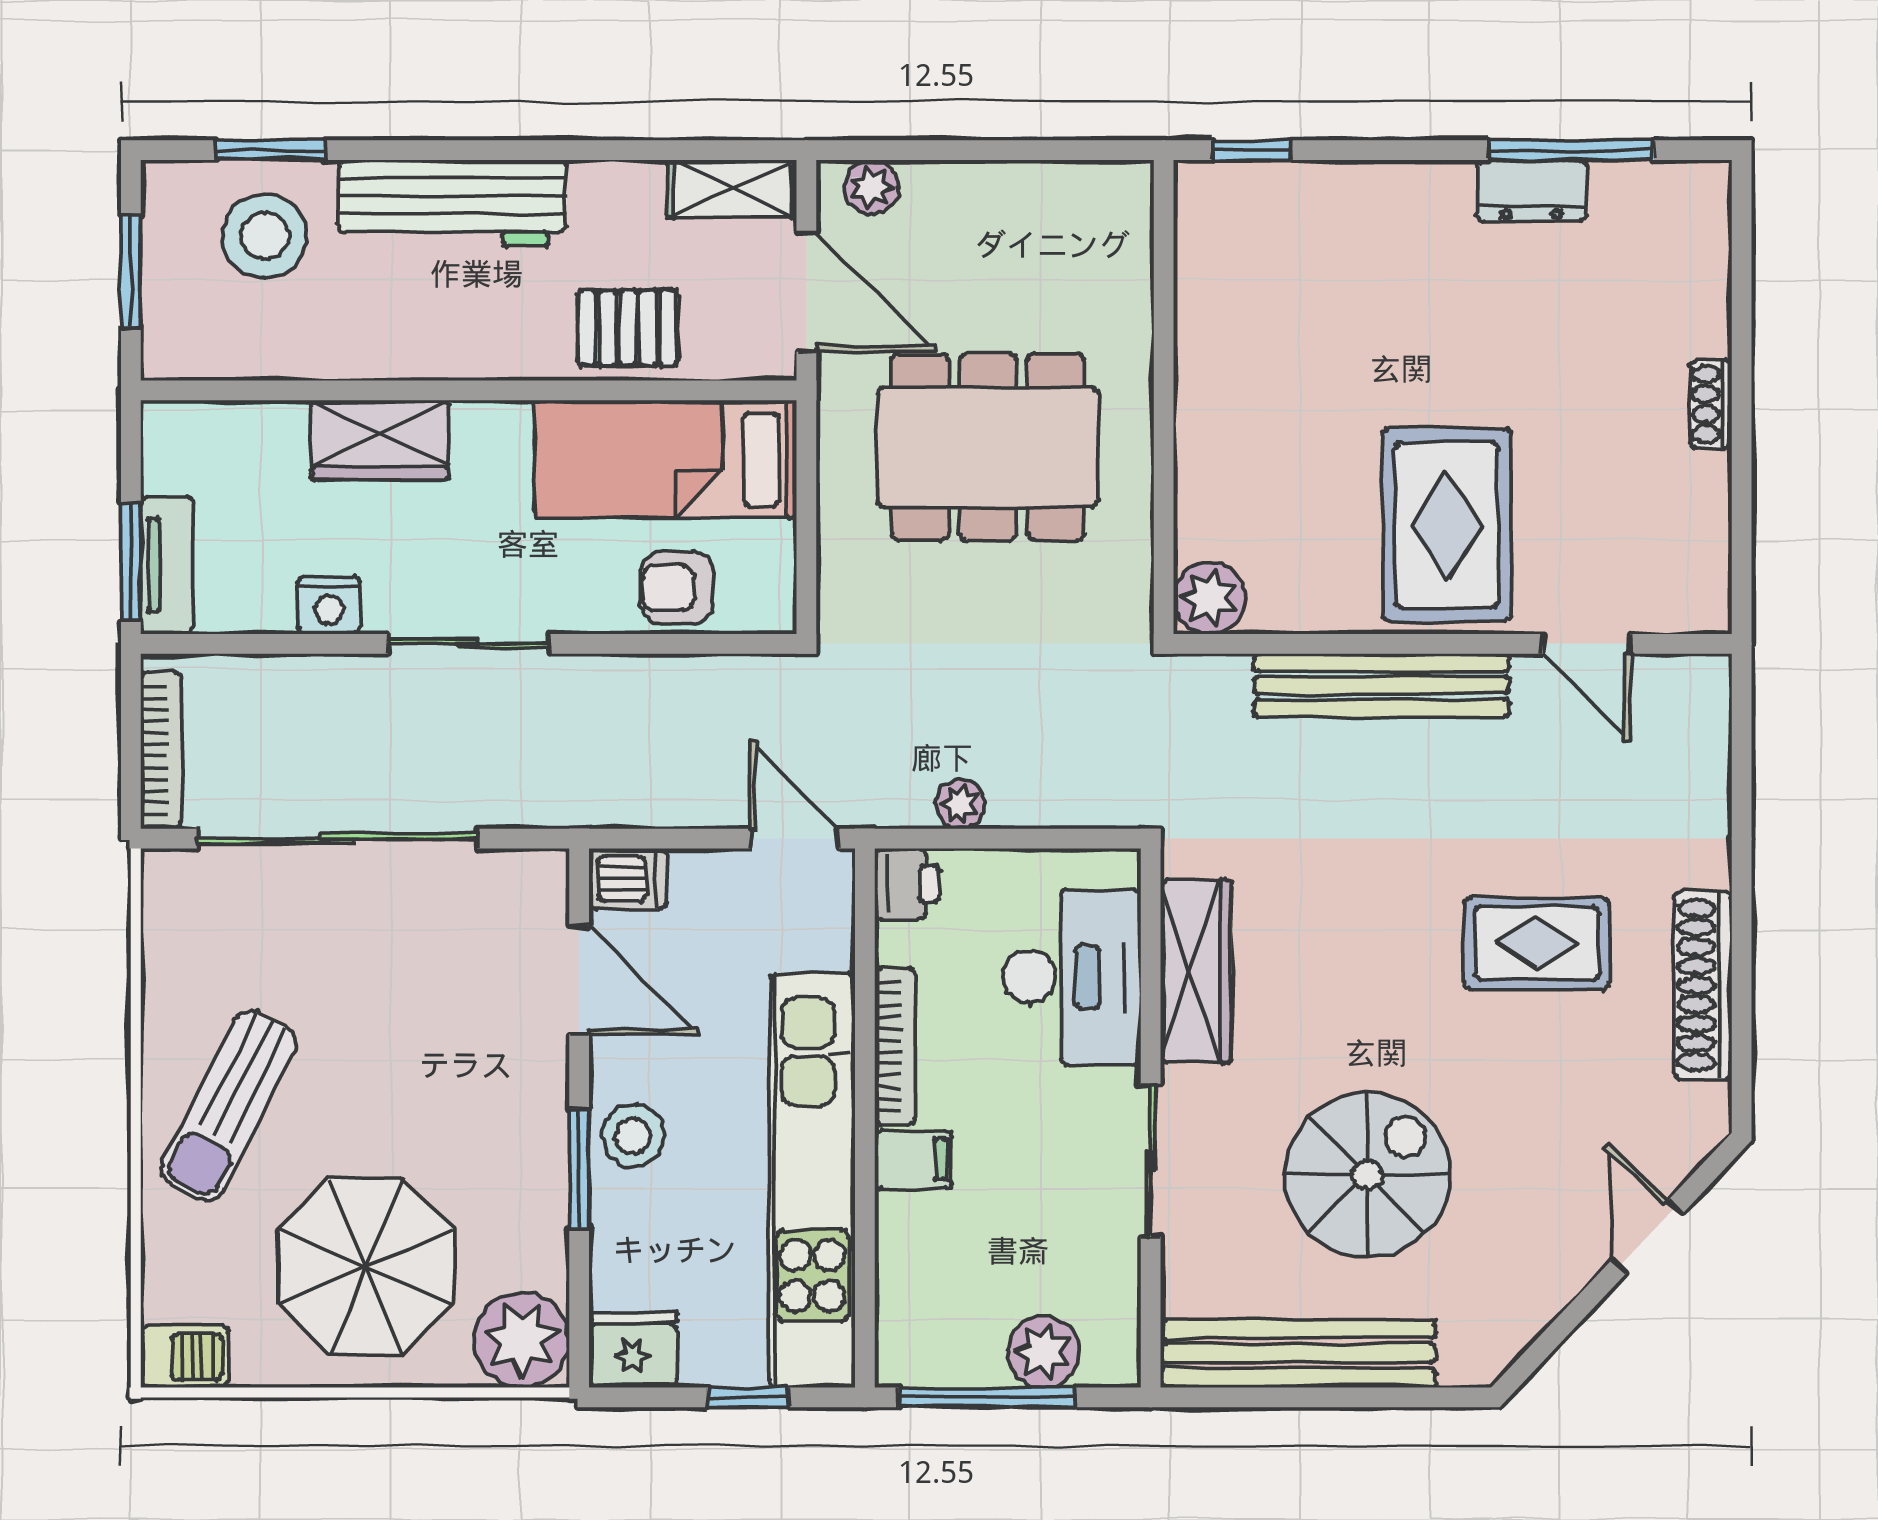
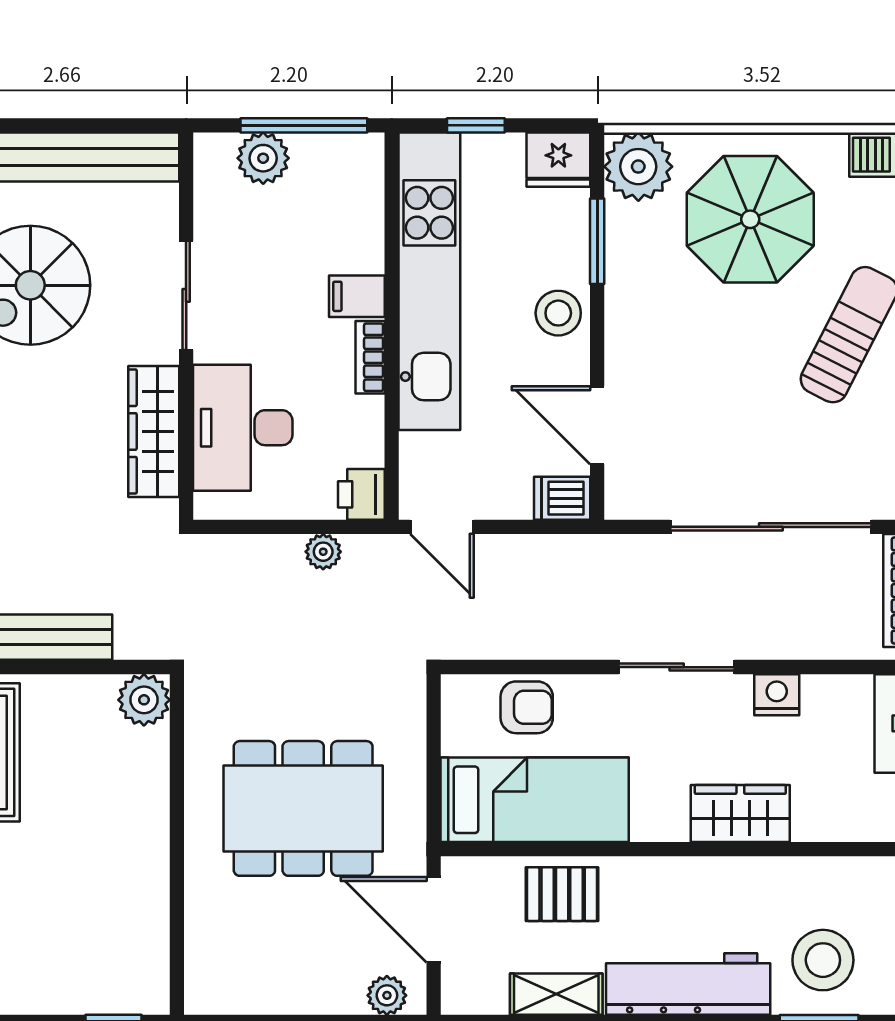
shelving: (732, 189) -> (556, 994), moved
bookcase: (895, 1046) -> (370, 357), width x0.64
window: (579, 1169) -> (597, 241), moved

